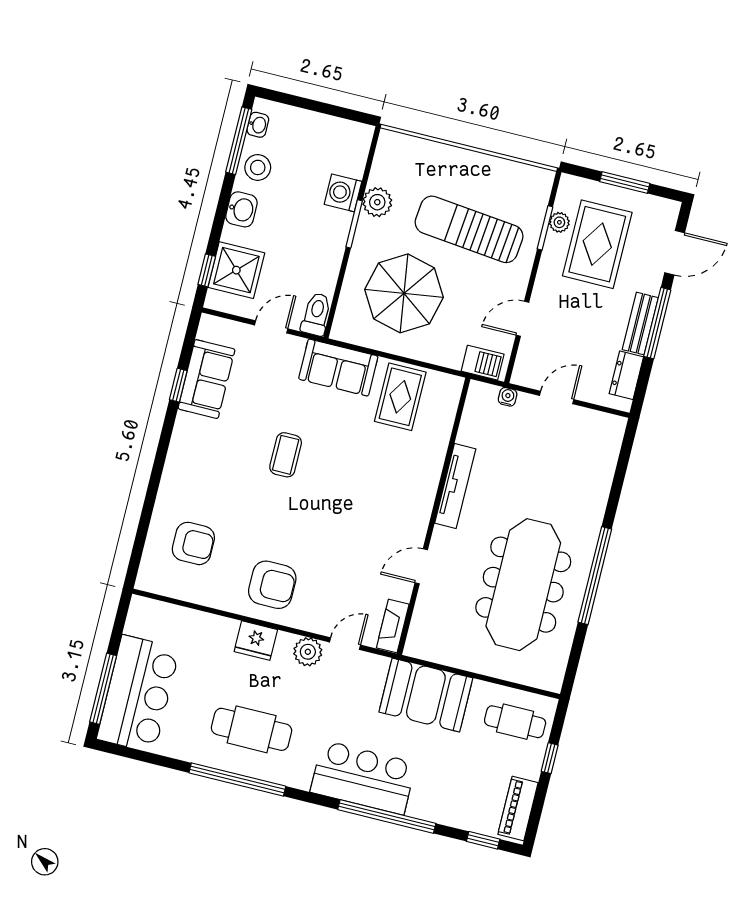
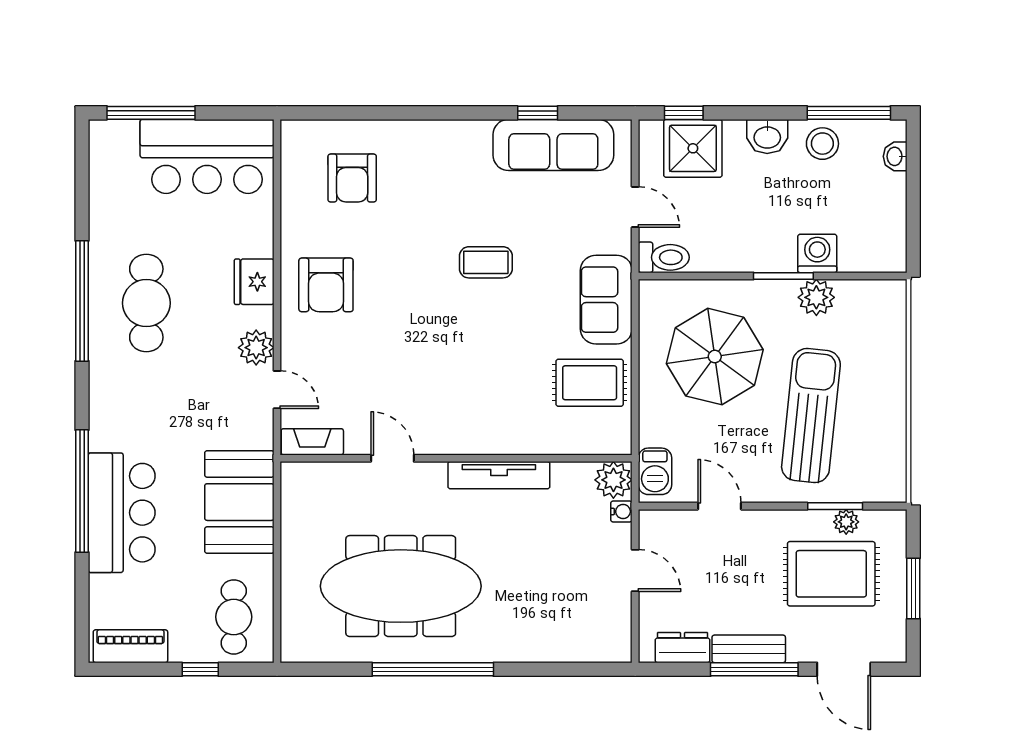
washbasin: (258, 125) -> (895, 156), moved, turned 90
sofa: (207, 379) -> (553, 145), width x1.36
plant: (481, 397) -> (613, 480), added
bar counter: (138, 694) -> (207, 156), moved
bar counter: (363, 778) -> (122, 513), moved
window: (483, 840) -> (82, 614), removed

